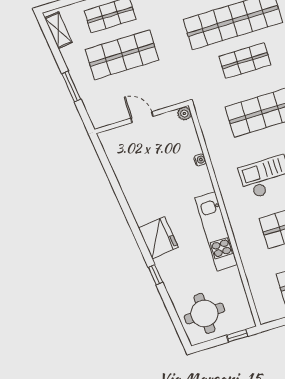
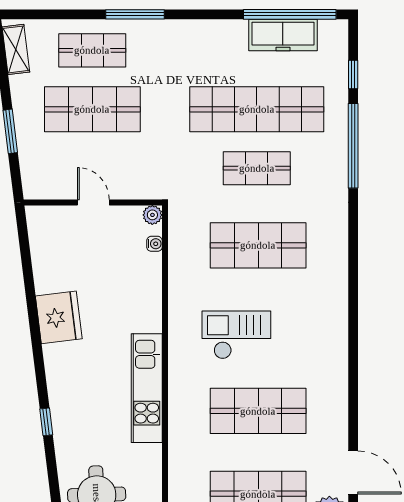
water cooler: (200, 160) -> (154, 244), moved
fridge: (158, 238) -> (59, 317), moved

